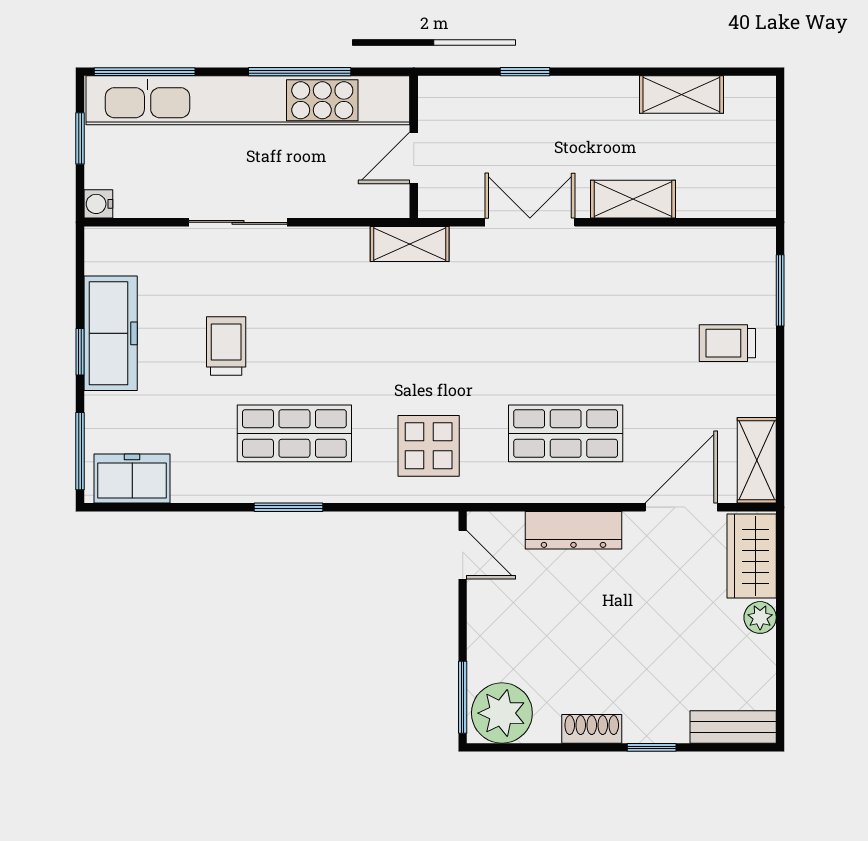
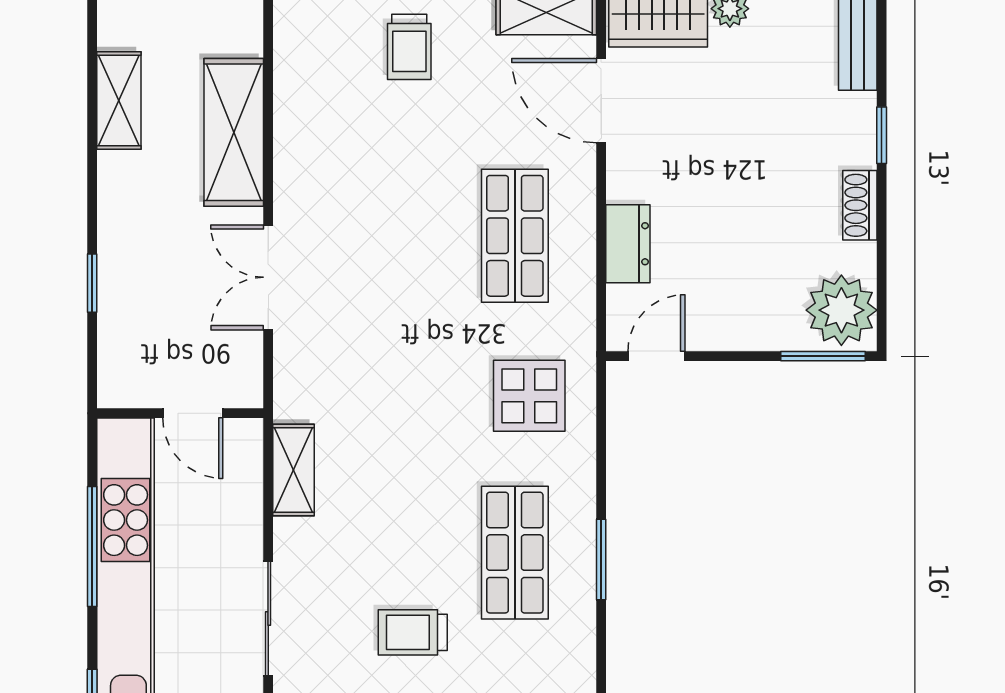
shelving: (633, 199) -> (234, 132), width x1.50, depth x1.33
shelving: (410, 244) -> (294, 470), moved
dresser: (573, 530) -> (628, 244), width x0.70

